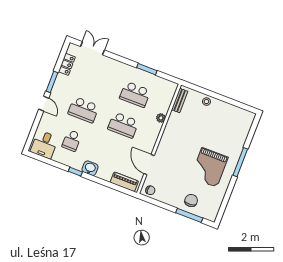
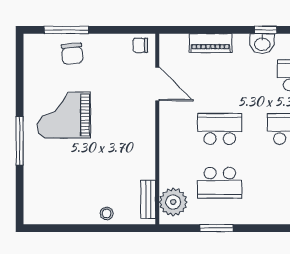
school desk: (135, 94) -> (220, 183), turned 180
plant: (161, 118) -> (173, 202), moved, width x1.88, depth x1.88
grand piano: (209, 167) -> (64, 115), turned -90
washbasin: (90, 168) -> (262, 44), moved
piano: (124, 182) -> (210, 43), moved

